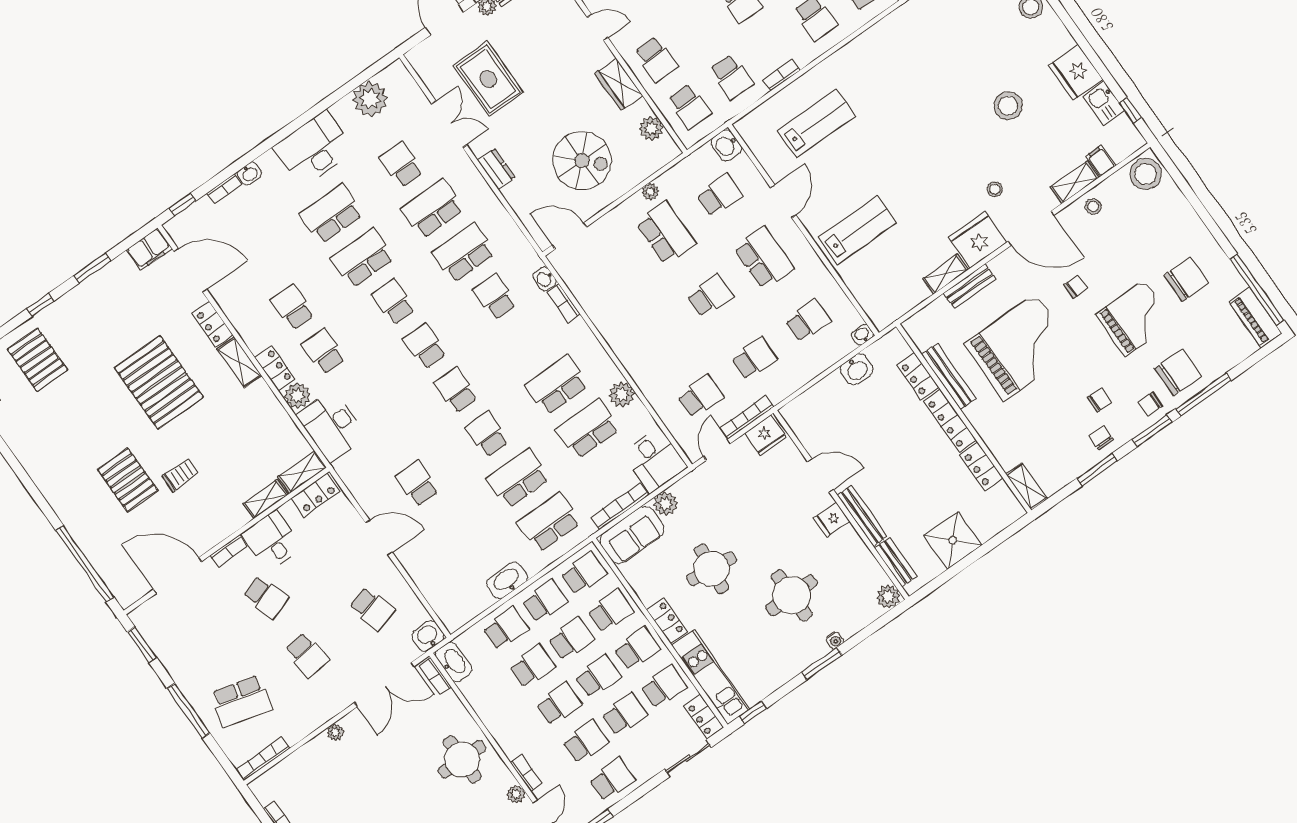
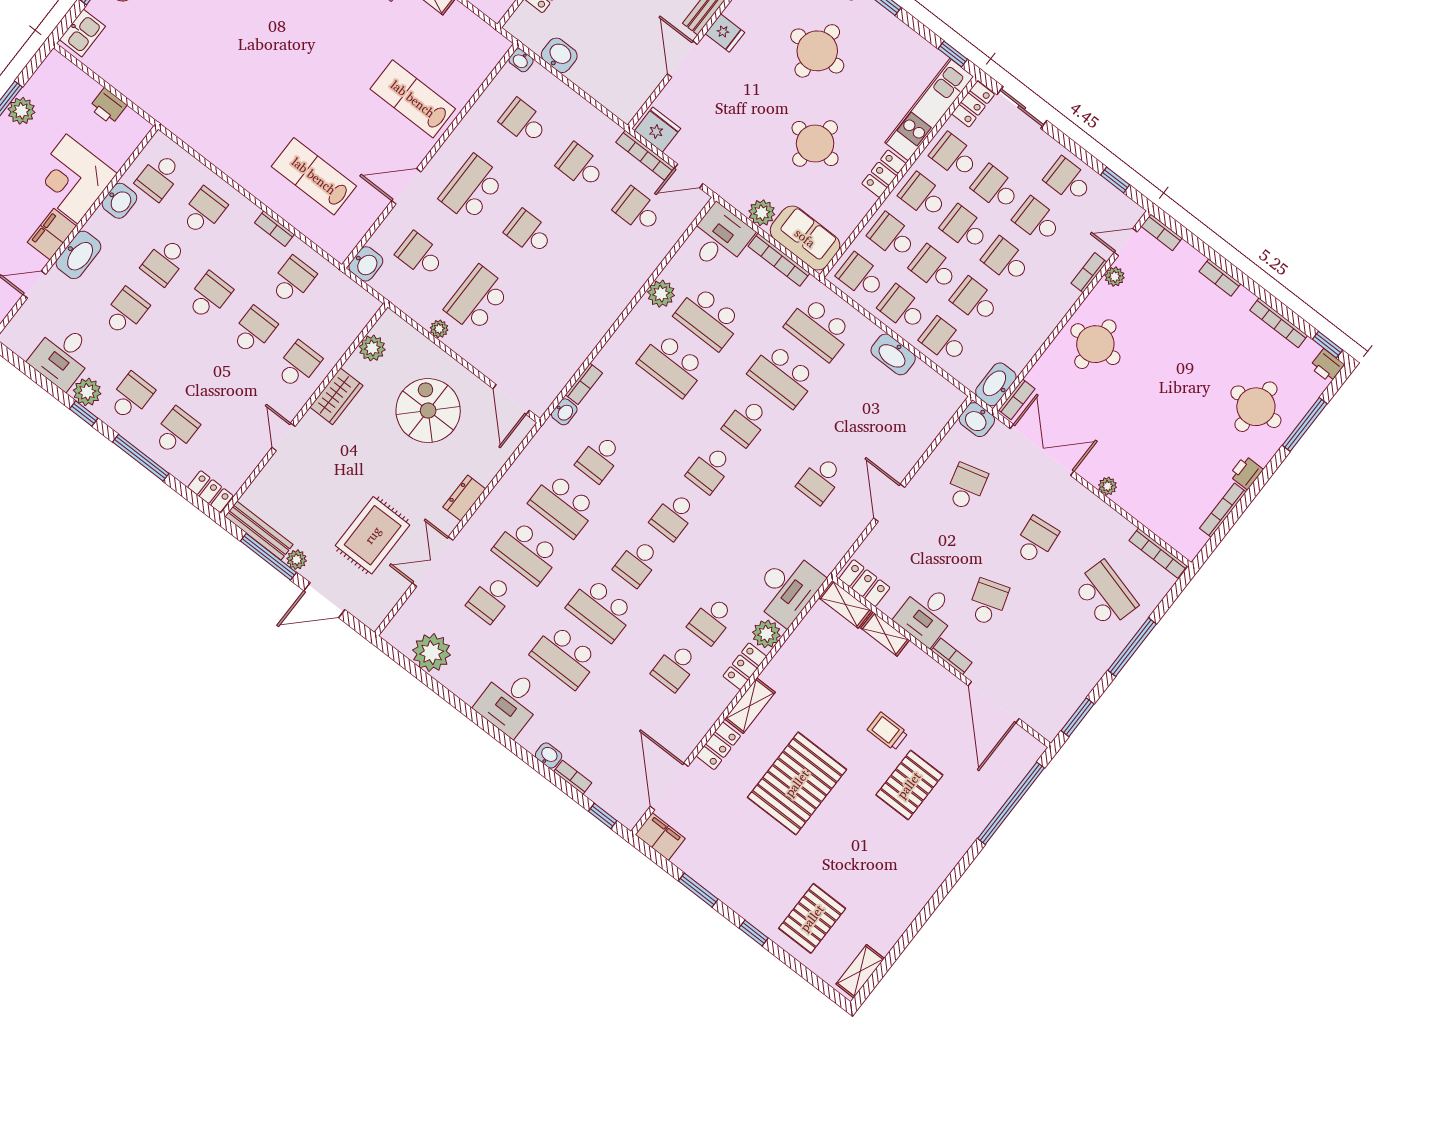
school desk: (690, 107) -> (254, 331), moved
desk: (314, 149) -> (510, 702), width x0.73

